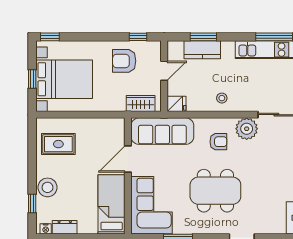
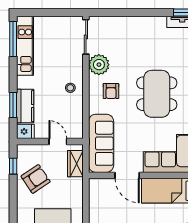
armchair: (124, 61) -> (36, 179), turned -124
door: (164, 71) -> (58, 142), moved
fridge: (177, 104) -> (25, 131), moved, turned 90
armchair: (218, 142) -> (111, 91), turned 180

